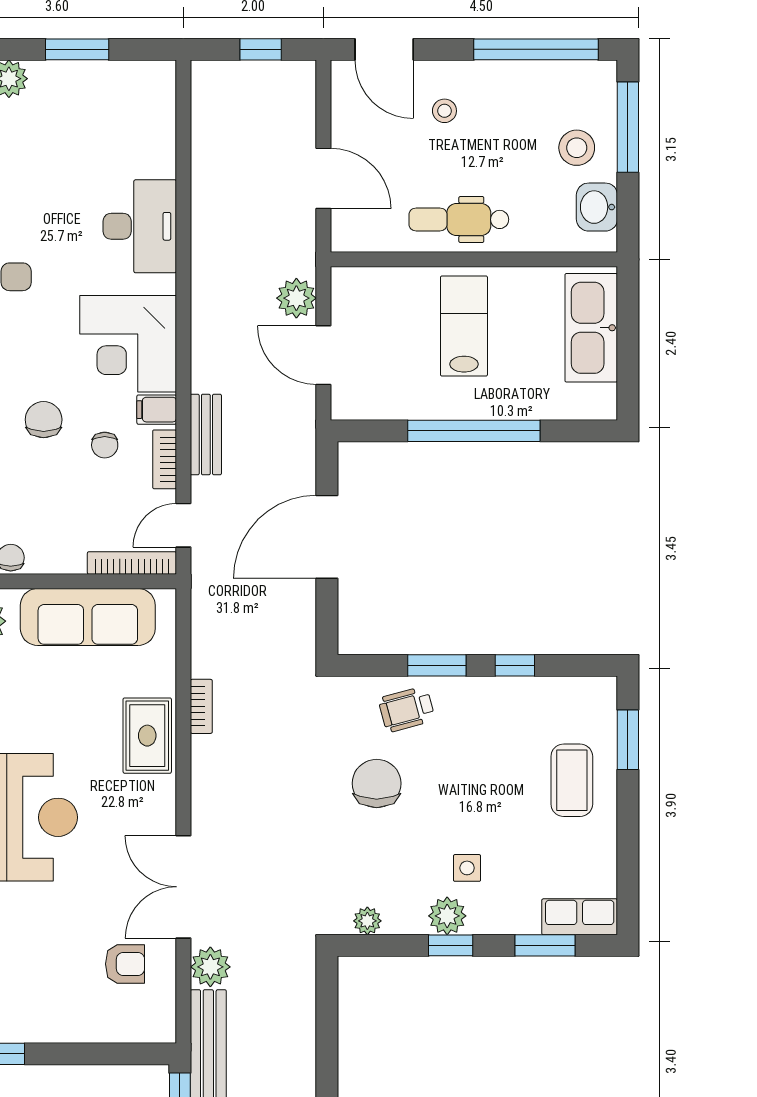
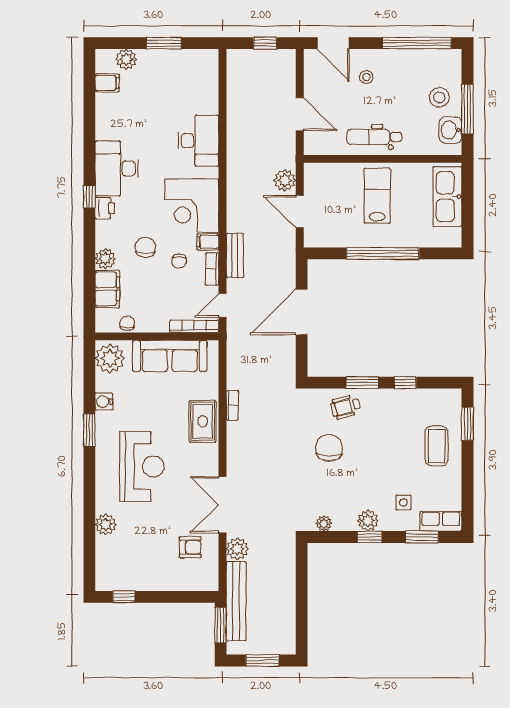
window: (628, 127) -> (467, 109), moved
side table: (467, 868) -> (403, 502), moved

